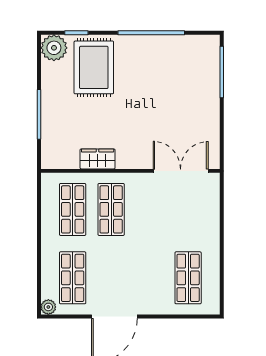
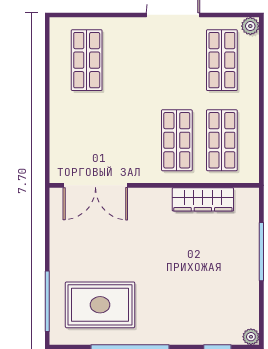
plant: (54, 48) -> (251, 337), width x0.53, depth x0.53
rug: (94, 67) -> (100, 305), moved, turned 90
wardrobe: (98, 159) -> (203, 199), width x1.50

